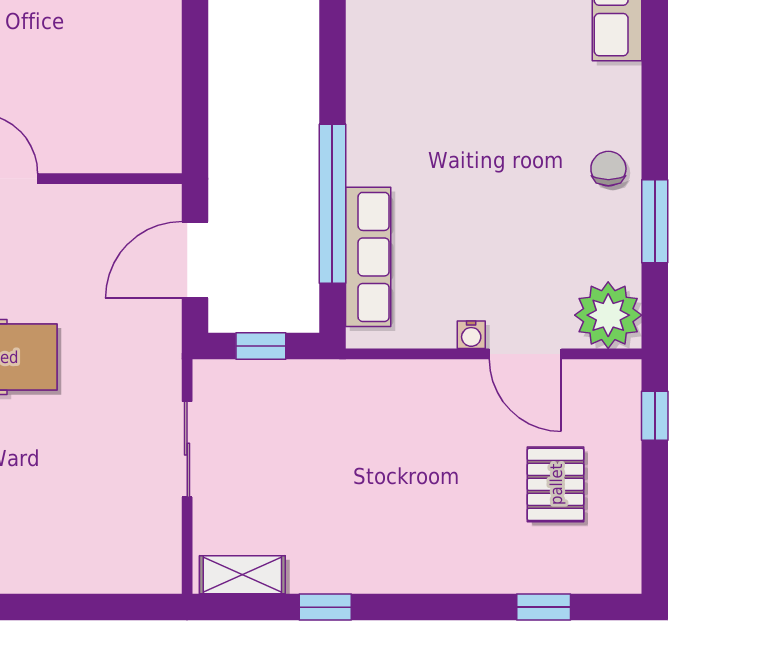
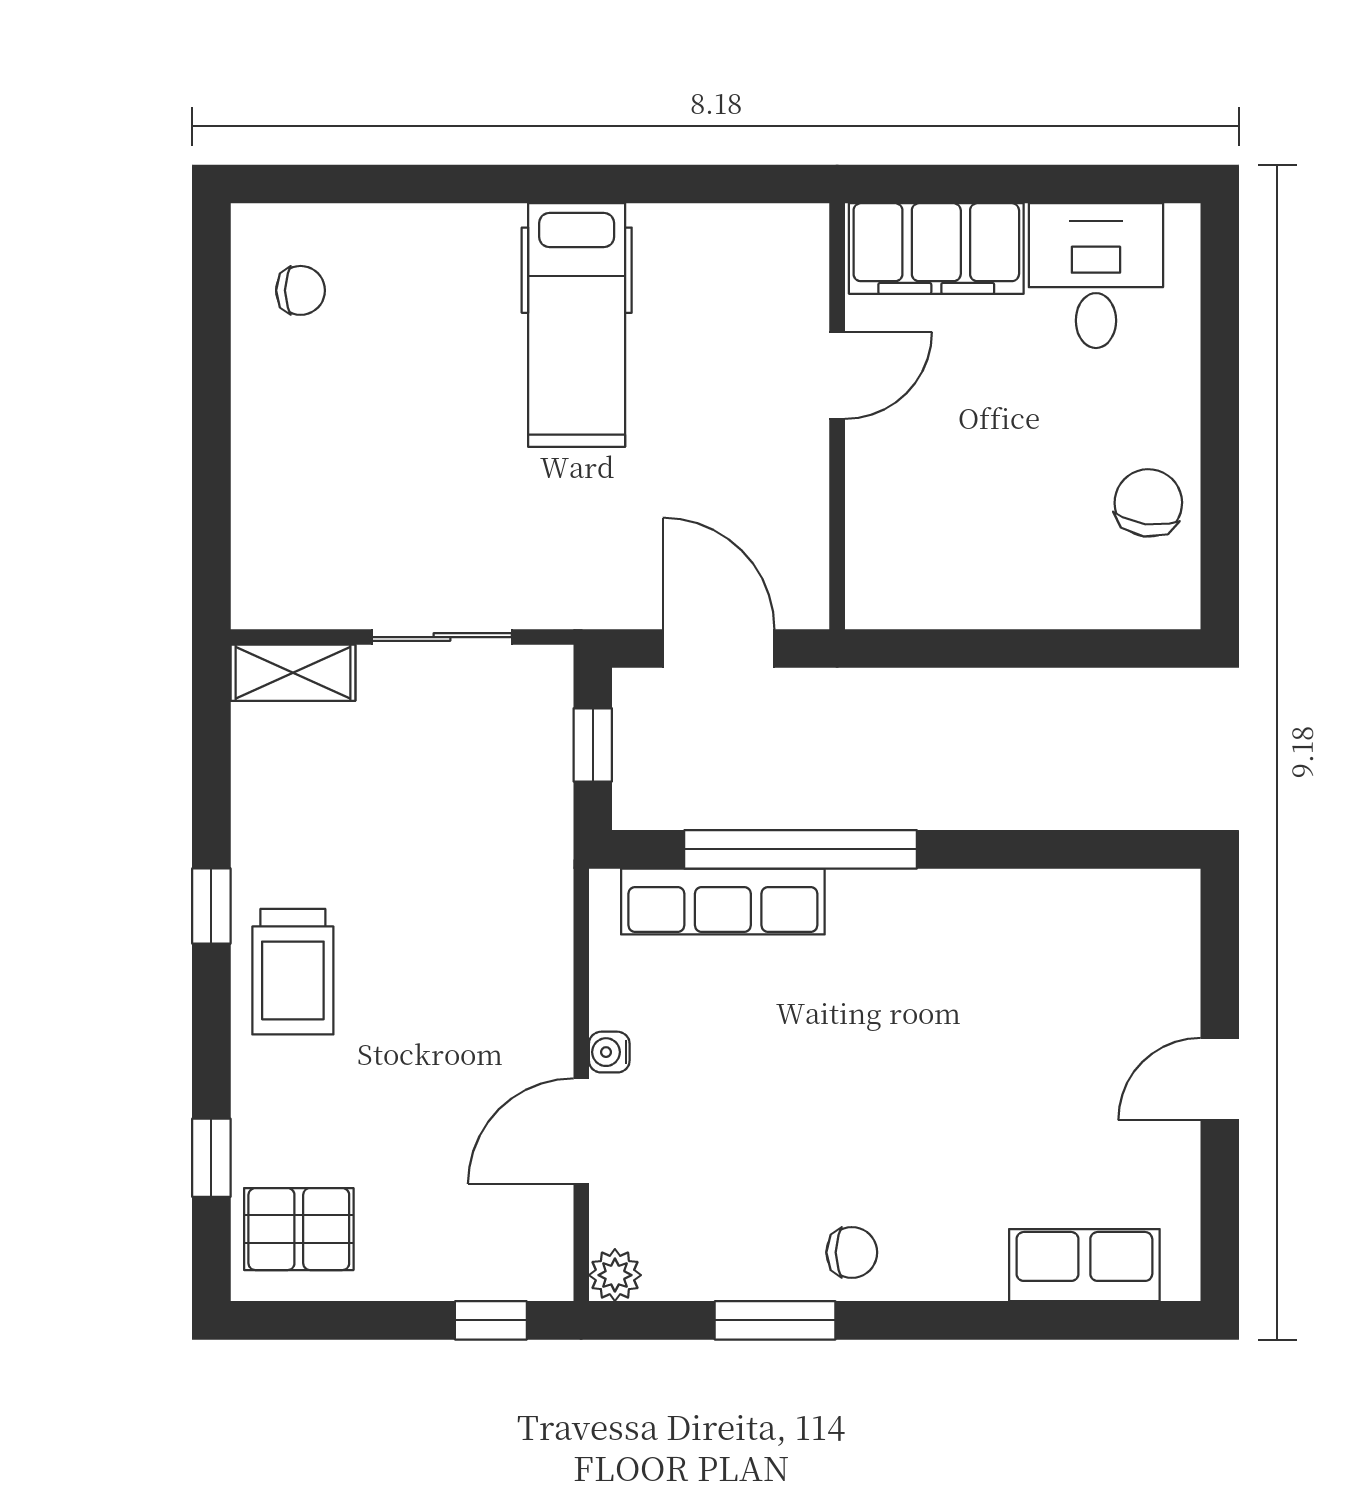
plant: (608, 315) -> (615, 1275), width x0.53, depth x0.53
pallet: (556, 484) -> (299, 1229), moved
trolley: (416, 551) -> (293, 972), added
shelving: (242, 575) -> (293, 673), moved, turned 90
window: (325, 607) -> (211, 906), moved

